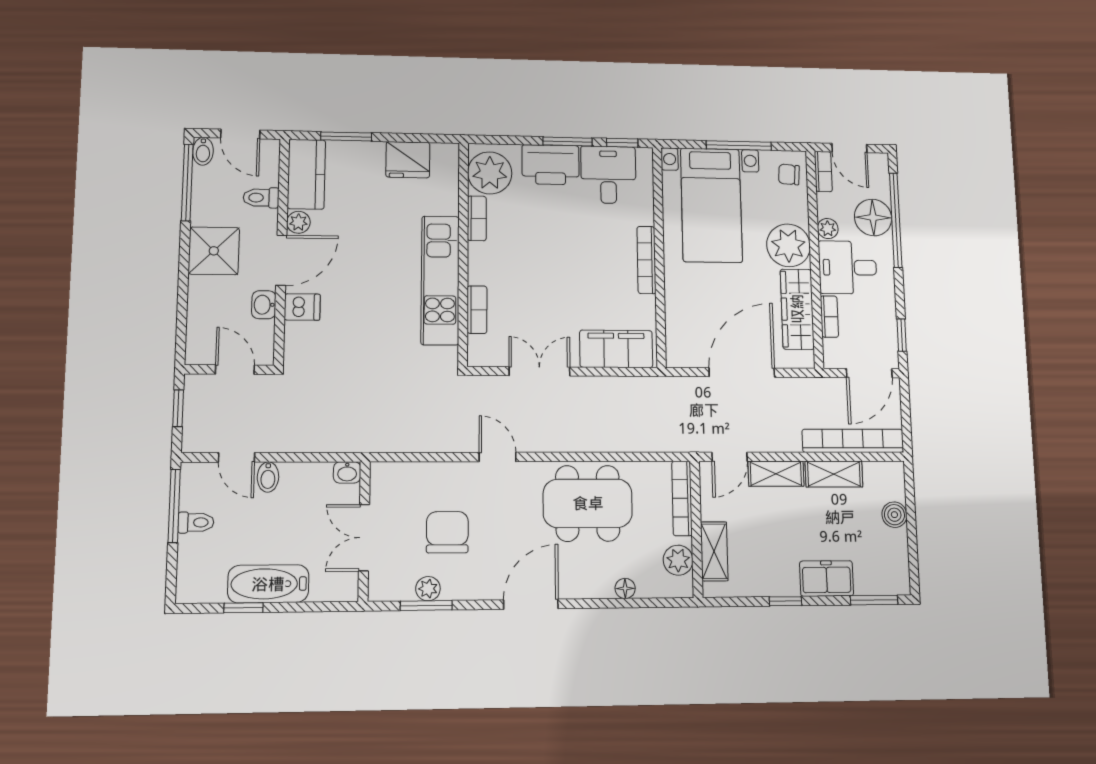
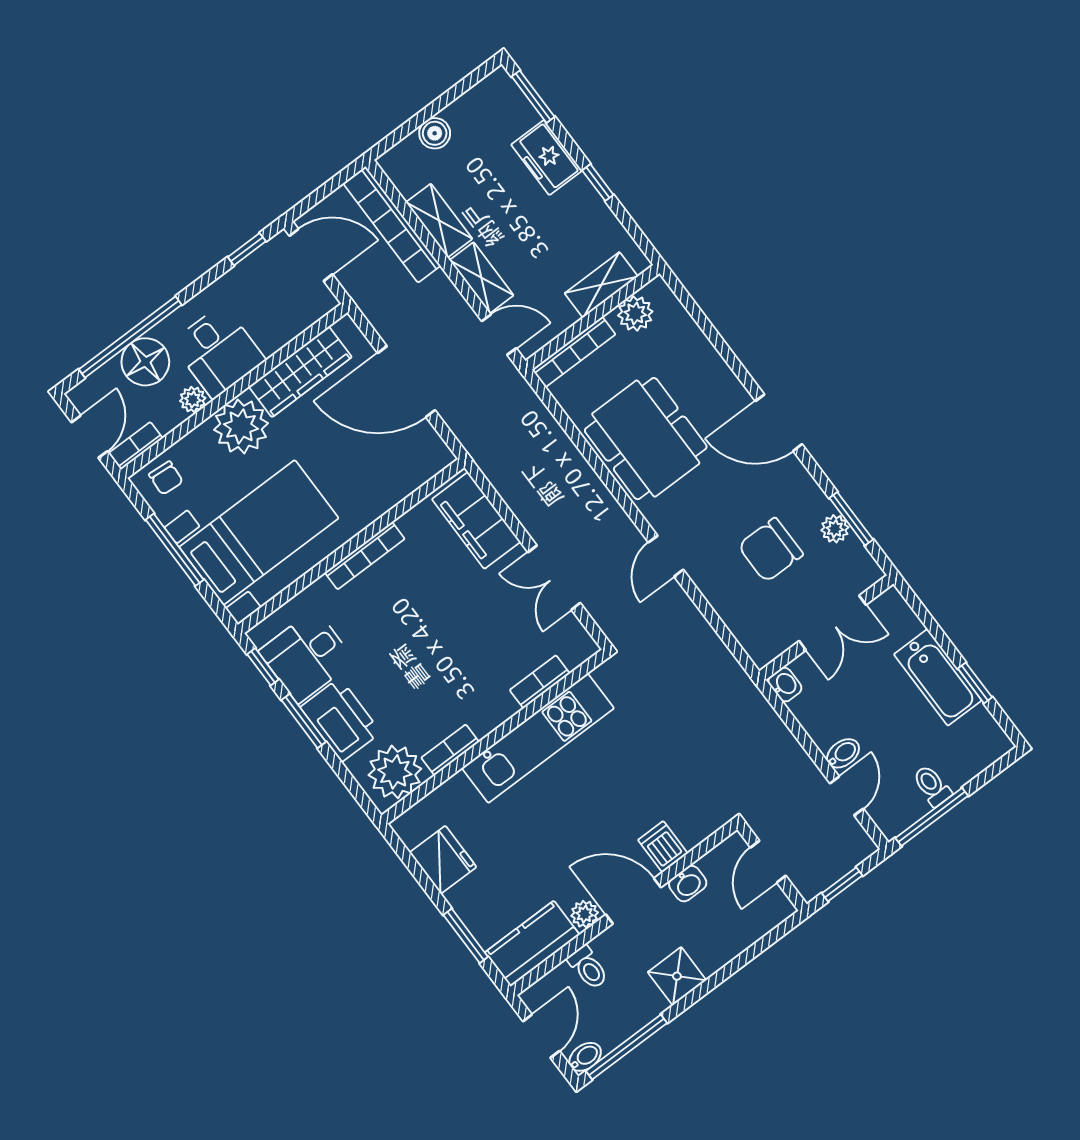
shower: (214, 251) -> (677, 976), width x0.73, depth x0.73
bookcase: (829, 317) -> (283, 335), removed
floor lamp: (625, 588) -> (699, 345), removed

